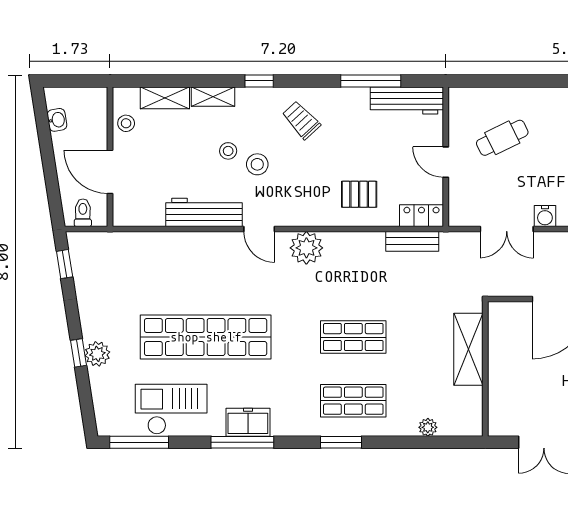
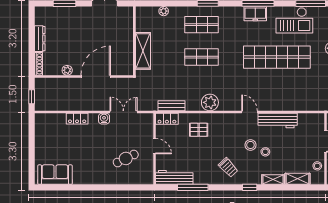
plant: (306, 248) -> (210, 102), moved

